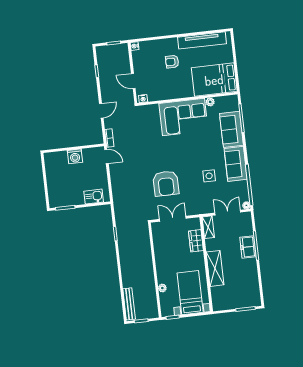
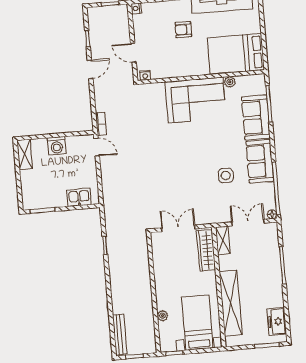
door: (101, 111) -> (90, 69), moved
shelving: (50, 164) -> (25, 155), added
armchair: (166, 183) -> (171, 183), removed
wardrobe: (196, 241) -> (206, 250), width x1.50
freezer: (248, 247) -> (277, 322), moved
shelving: (215, 268) -> (231, 303), width x1.47

